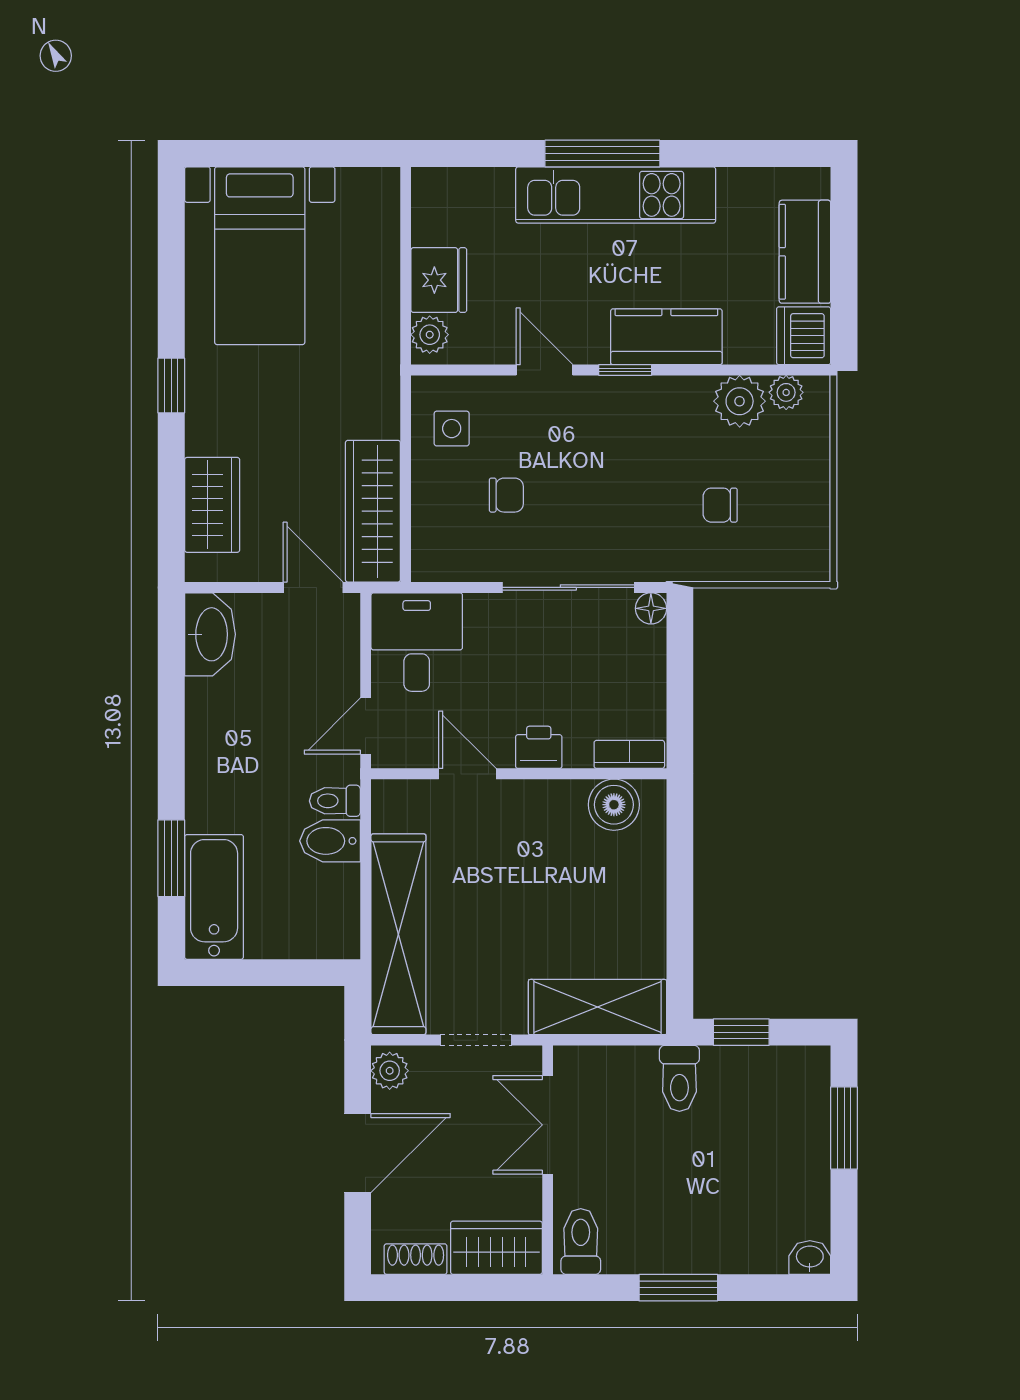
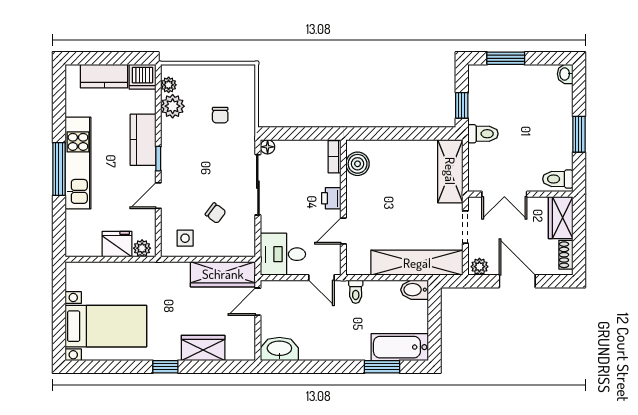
chair: (506, 495) -> (216, 213), turned 127
wardrobe: (212, 505) -> (203, 348), moved
bidet: (330, 841) -> (414, 290), moved, turned 90

